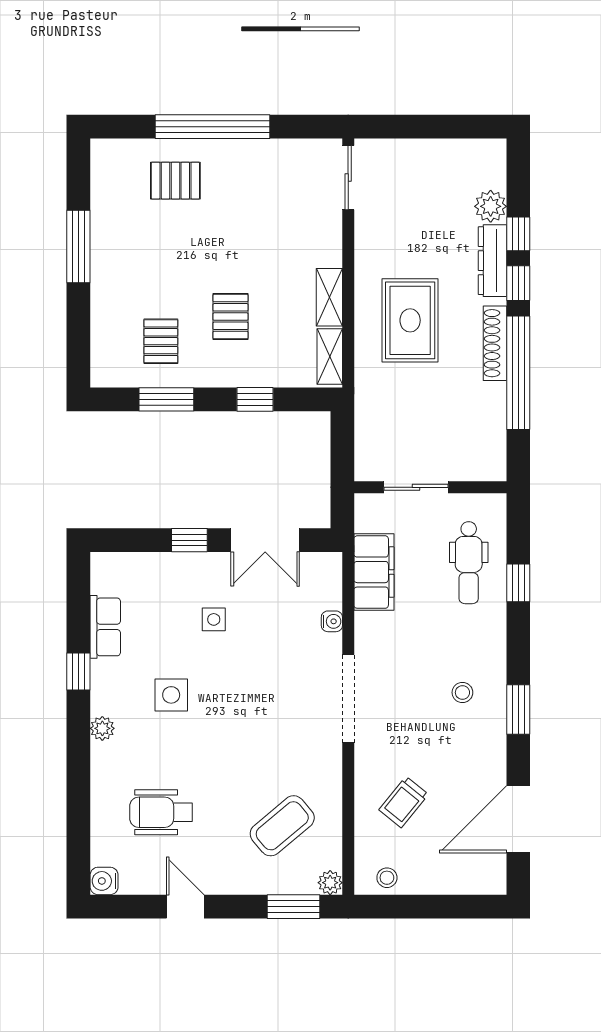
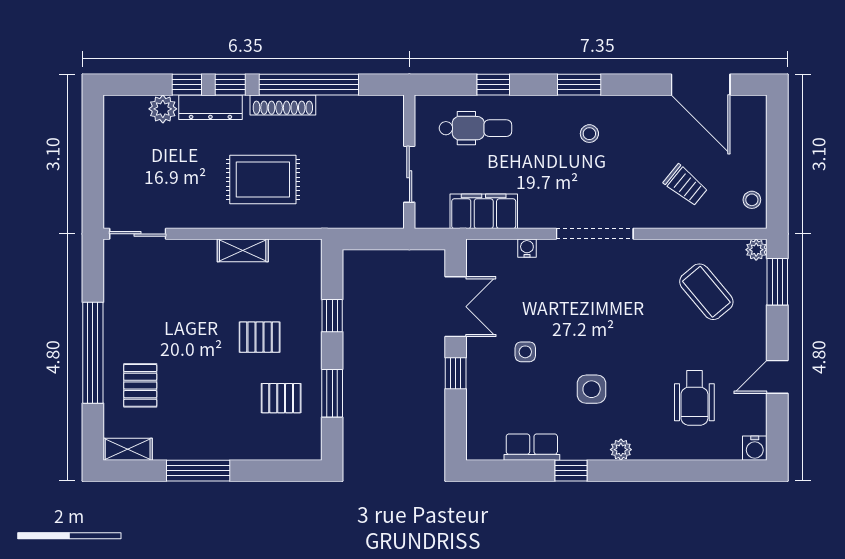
shelving: (330, 356) -> (128, 449), moved
window: (518, 709) -> (579, 85), moved

